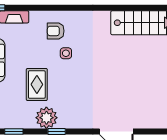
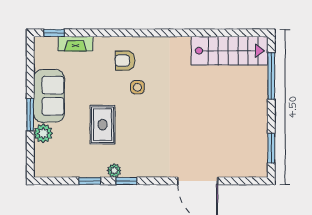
plant: (46, 118) -> (114, 171), width x0.53, depth x0.53
window: (14, 131) -> (90, 181), moved

